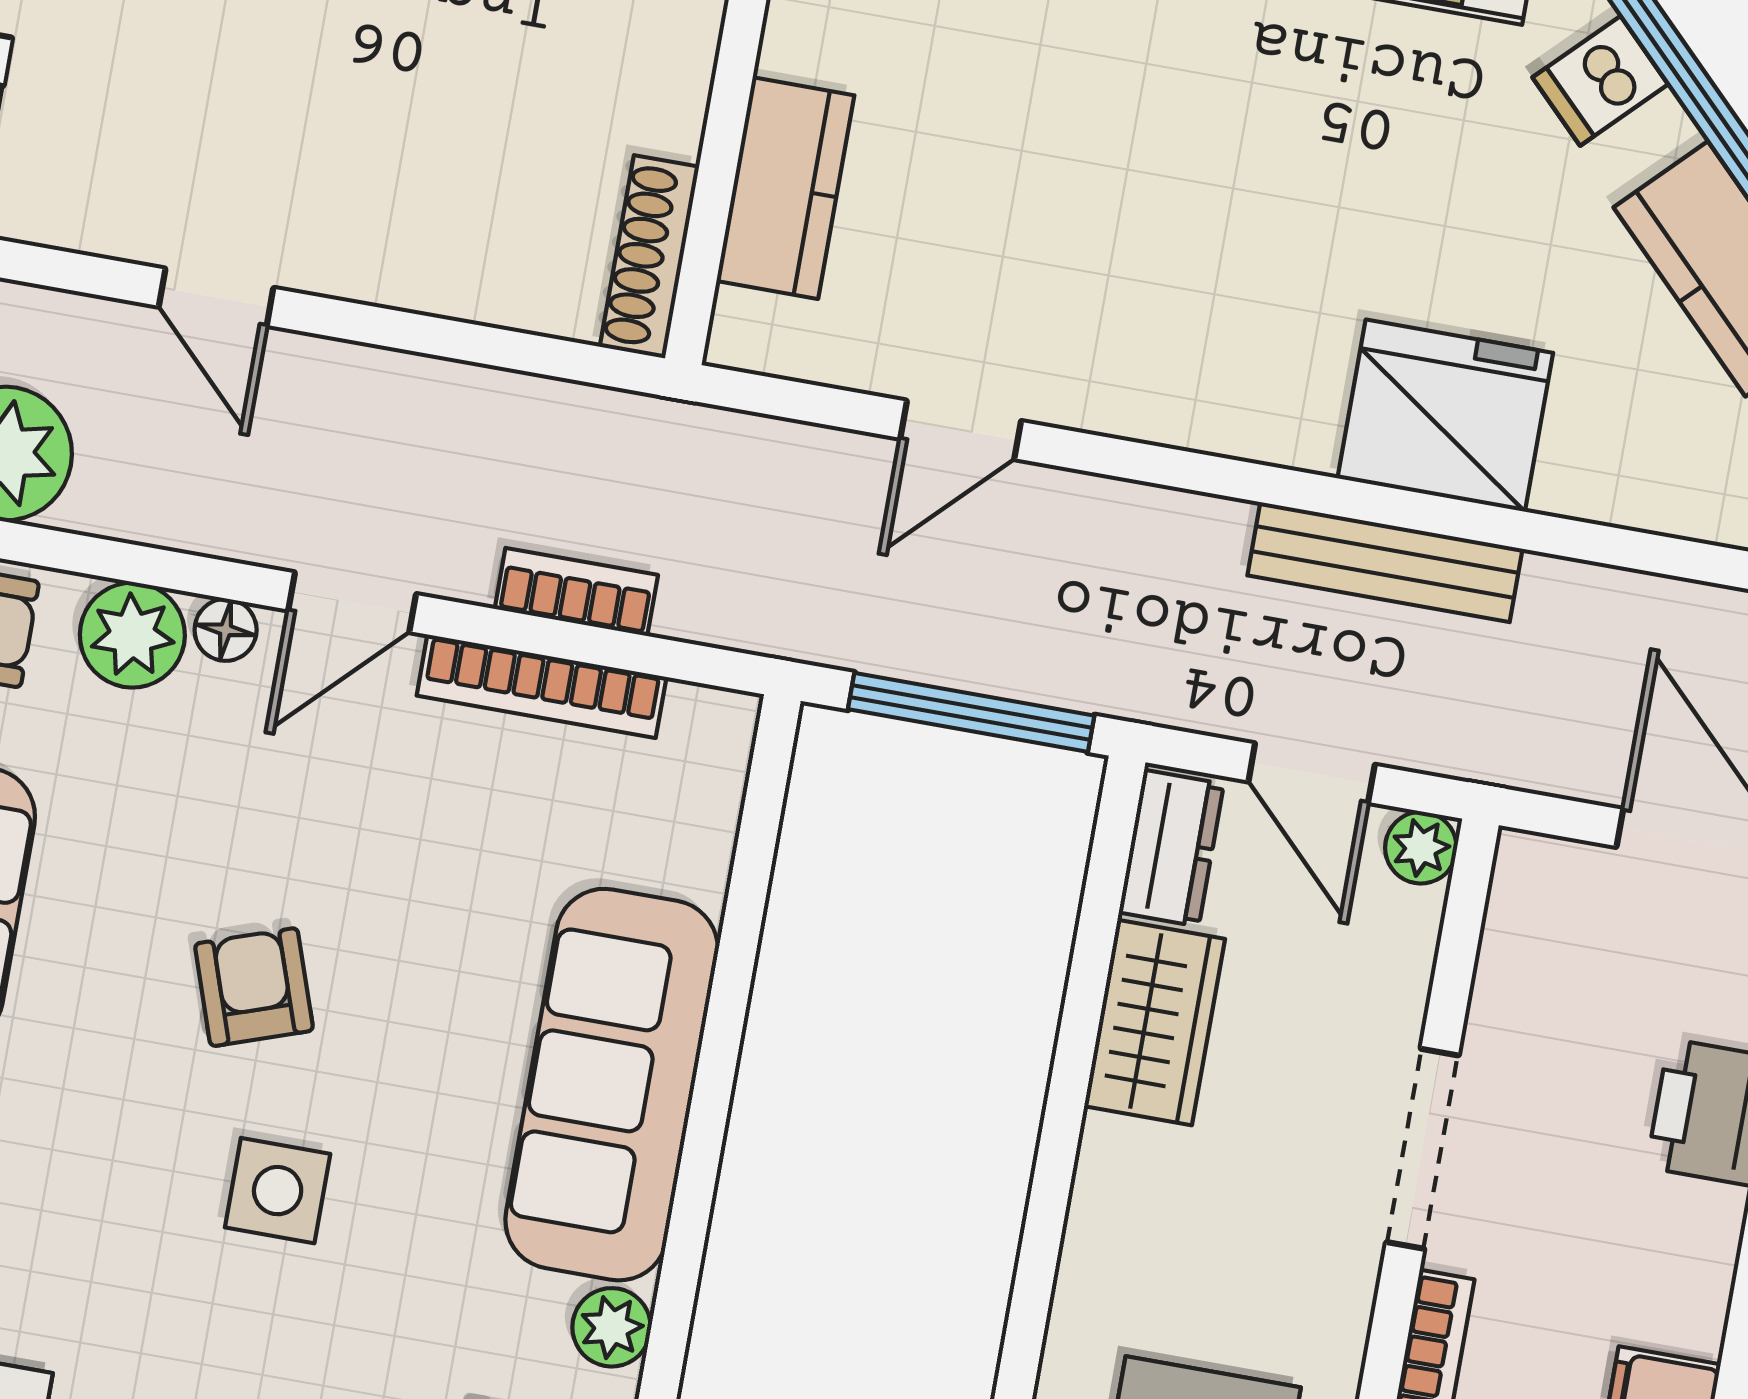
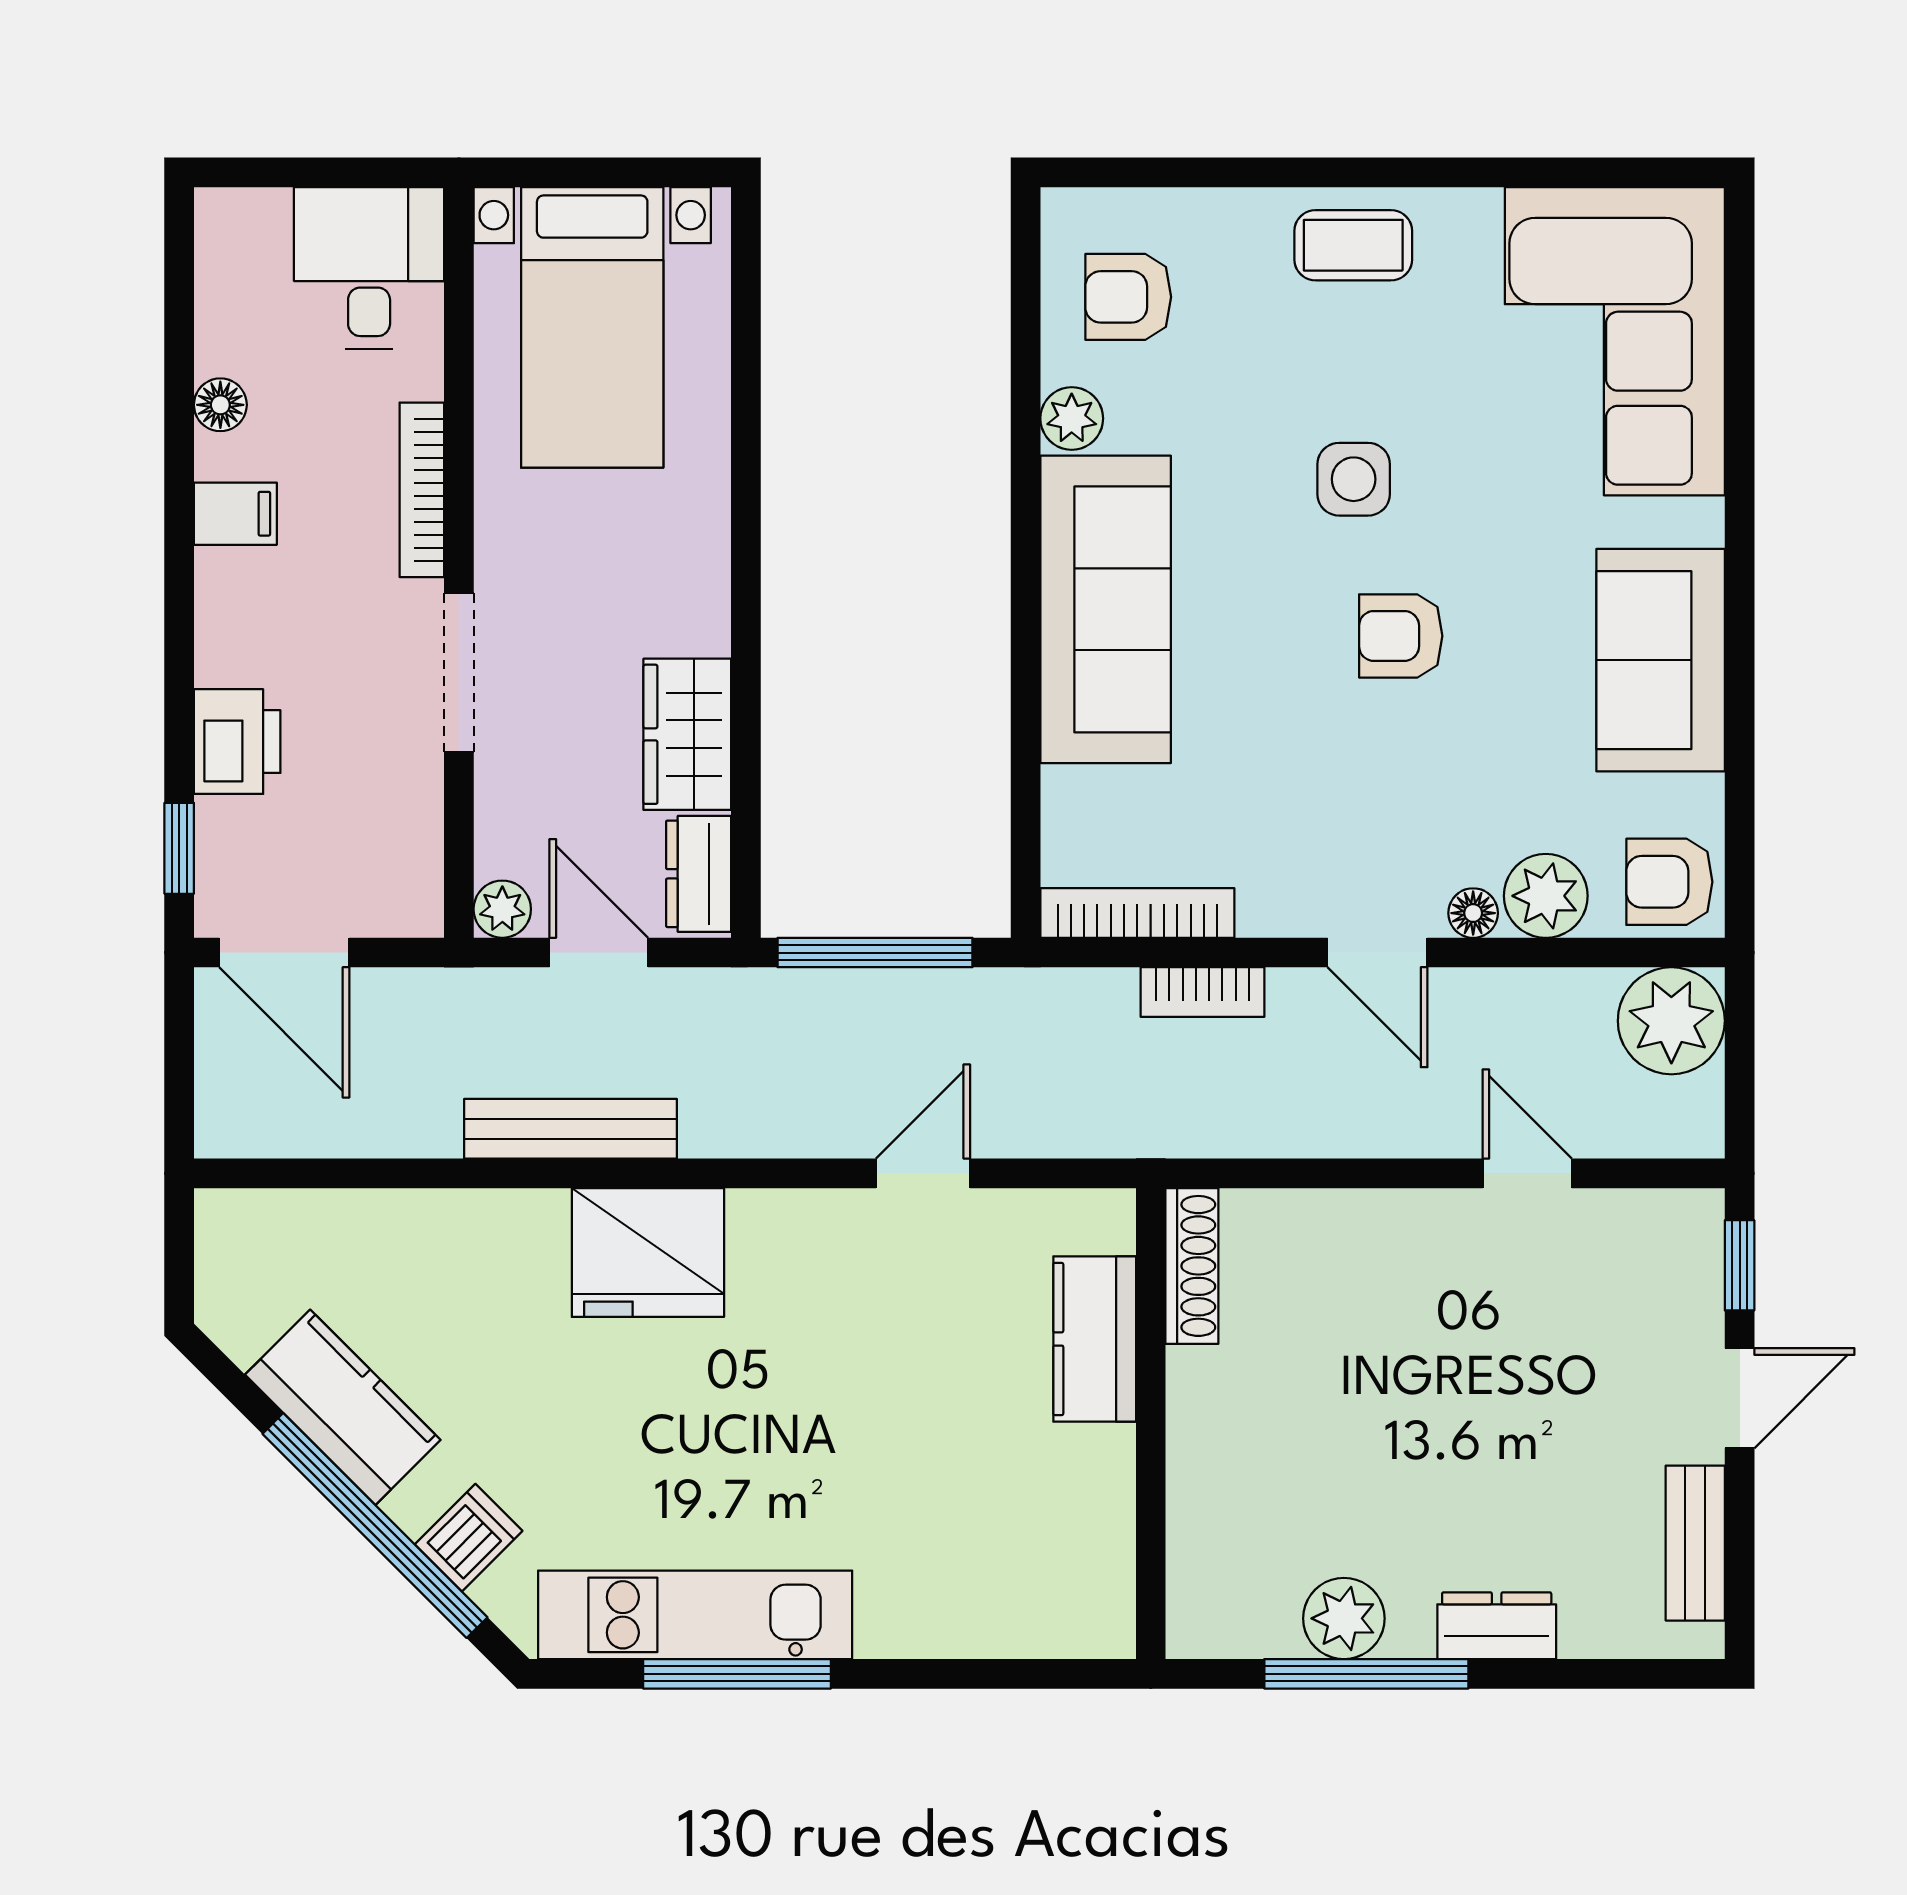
fridge: (1445, 416) -> (648, 1253), moved
door: (352, 602) -> (1377, 953), swing flipped
bookcase: (542, 686) -> (1137, 913), moved
armchair: (254, 987) -> (1401, 636), turned 109

